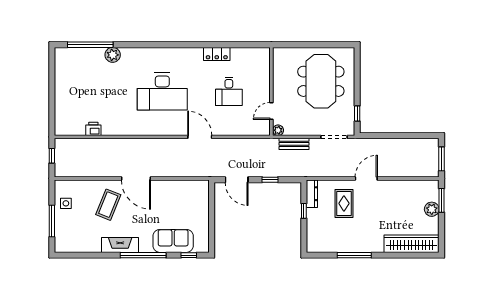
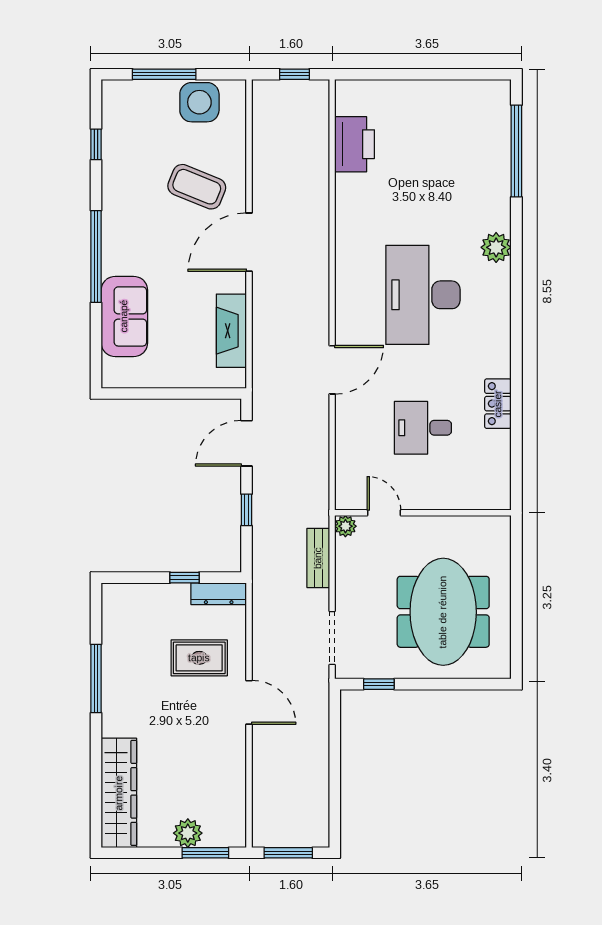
plant: (113, 55) -> (496, 247), moved
meeting table: (321, 81) -> (443, 612), turned 90
printer: (93, 129) -> (355, 144), width x1.87, depth x1.48
side table: (66, 203) -> (199, 102), width x1.87, depth x1.87
fireplace: (120, 245) -> (231, 331), moved, turned 180
window: (189, 255) -> (96, 144), moved

